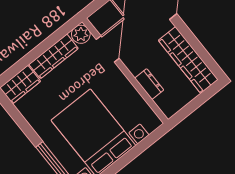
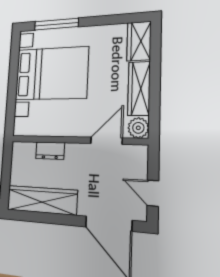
door: (108, 49) -> (106, 141), swing flipped

